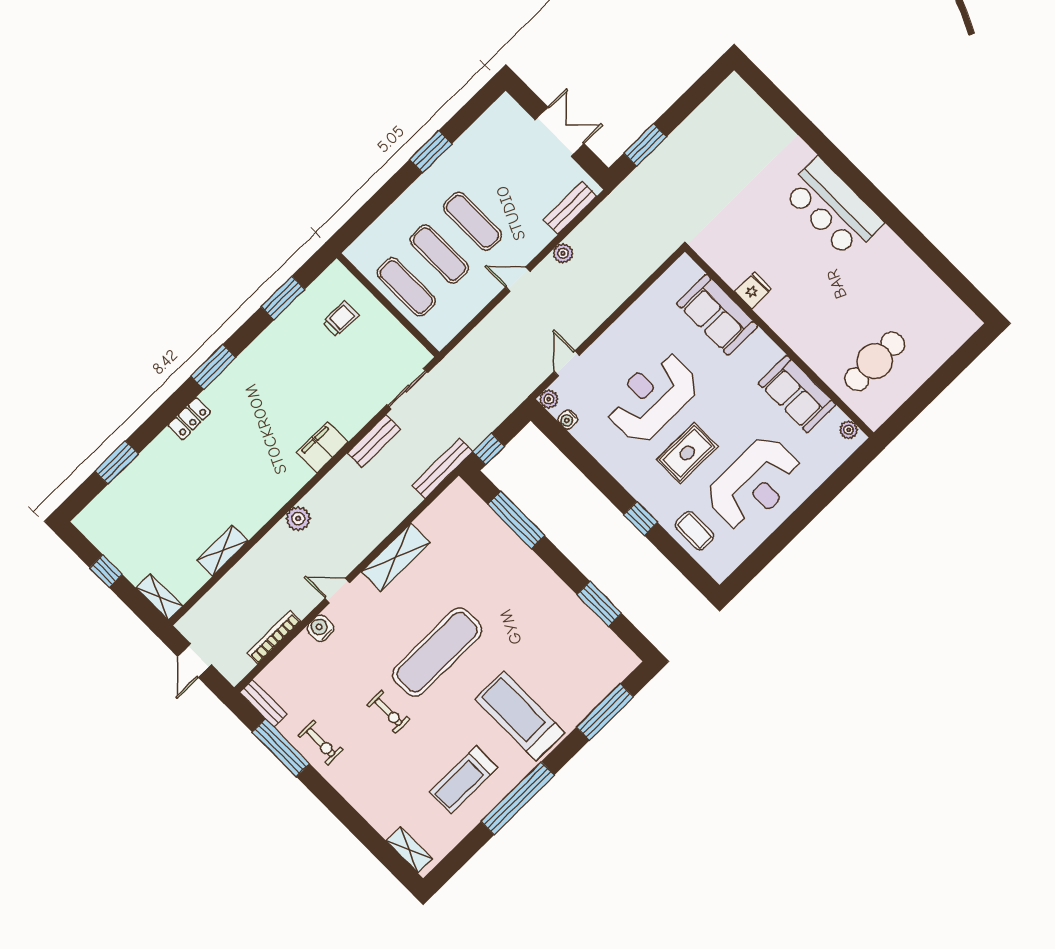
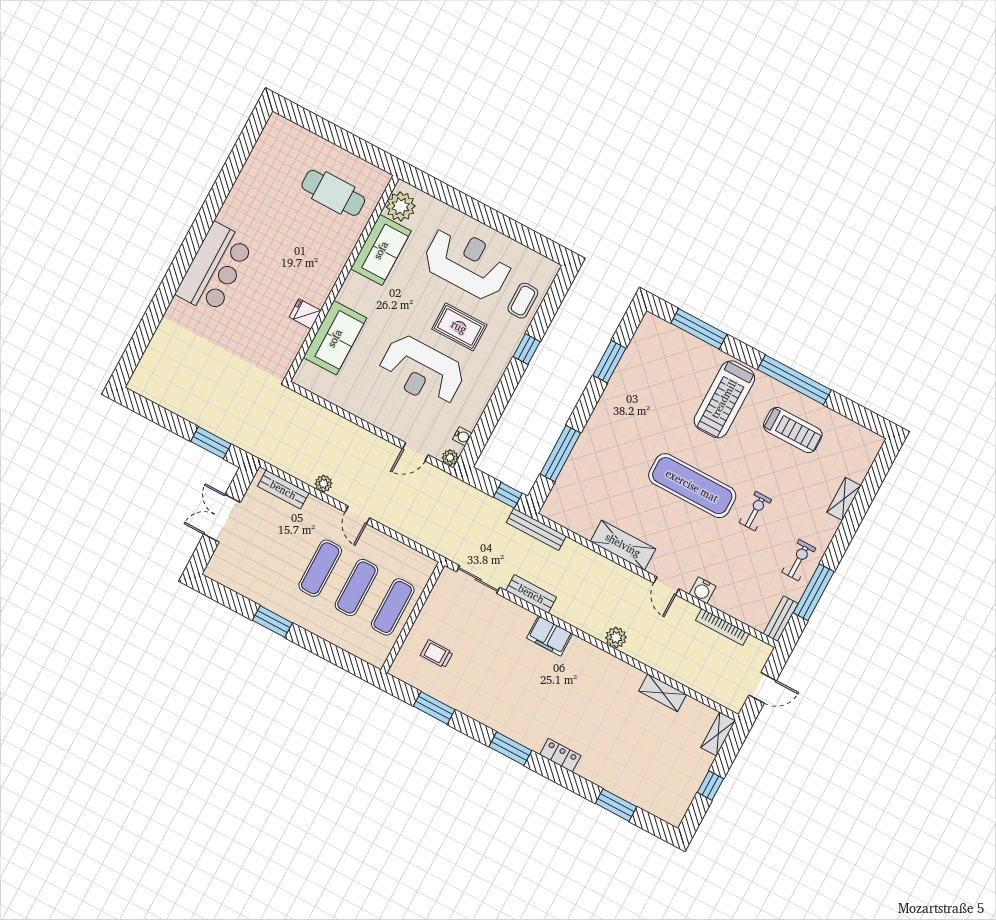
plant: (849, 430) -> (401, 206), width x1.87, depth x1.87
shelving: (409, 850) -> (844, 499), moved

